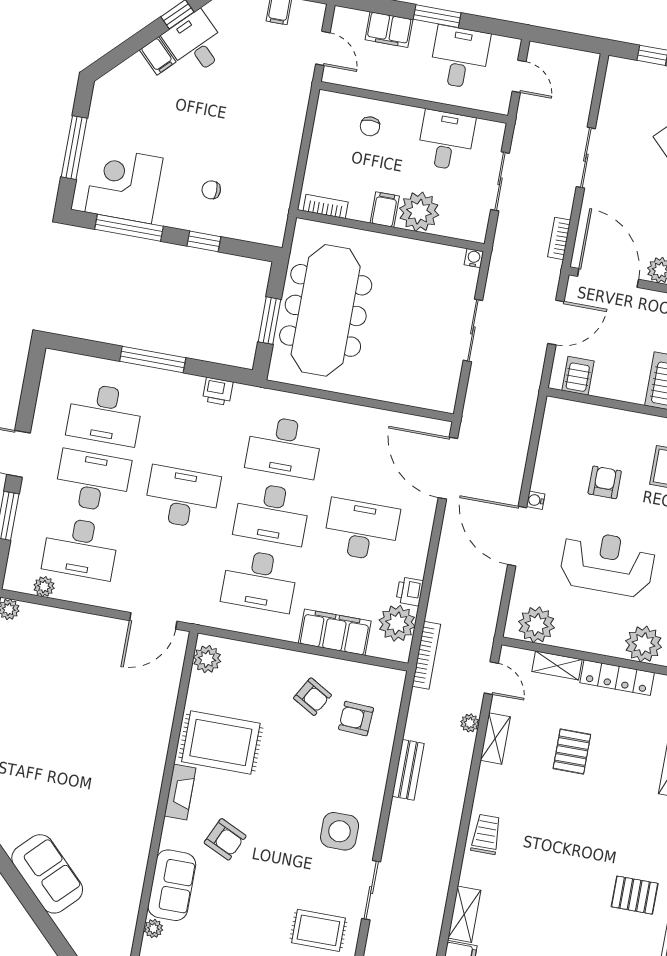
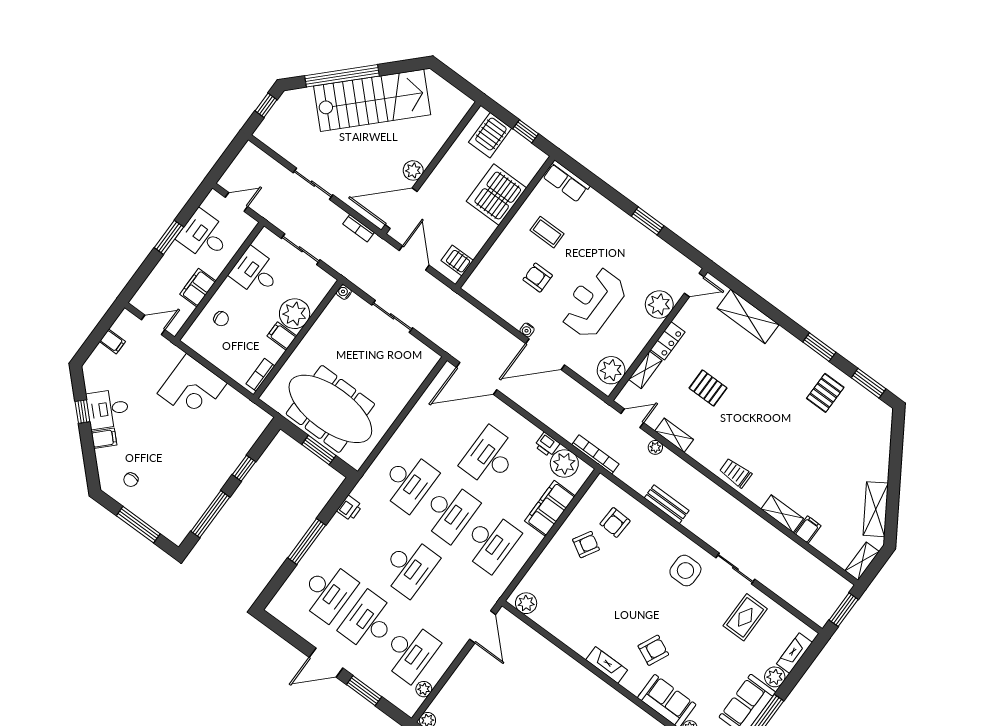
filing cabinet: (389, 30) -> (198, 288), moved, turned 180
corner desk: (124, 185) -> (192, 388), moved, turned -90
chair: (211, 190) -> (131, 480), moved
desk: (182, 497) -> (409, 567), turned 180
locker: (617, 678) -> (668, 341), width x0.66
rug: (221, 743) -> (587, 621), removed

